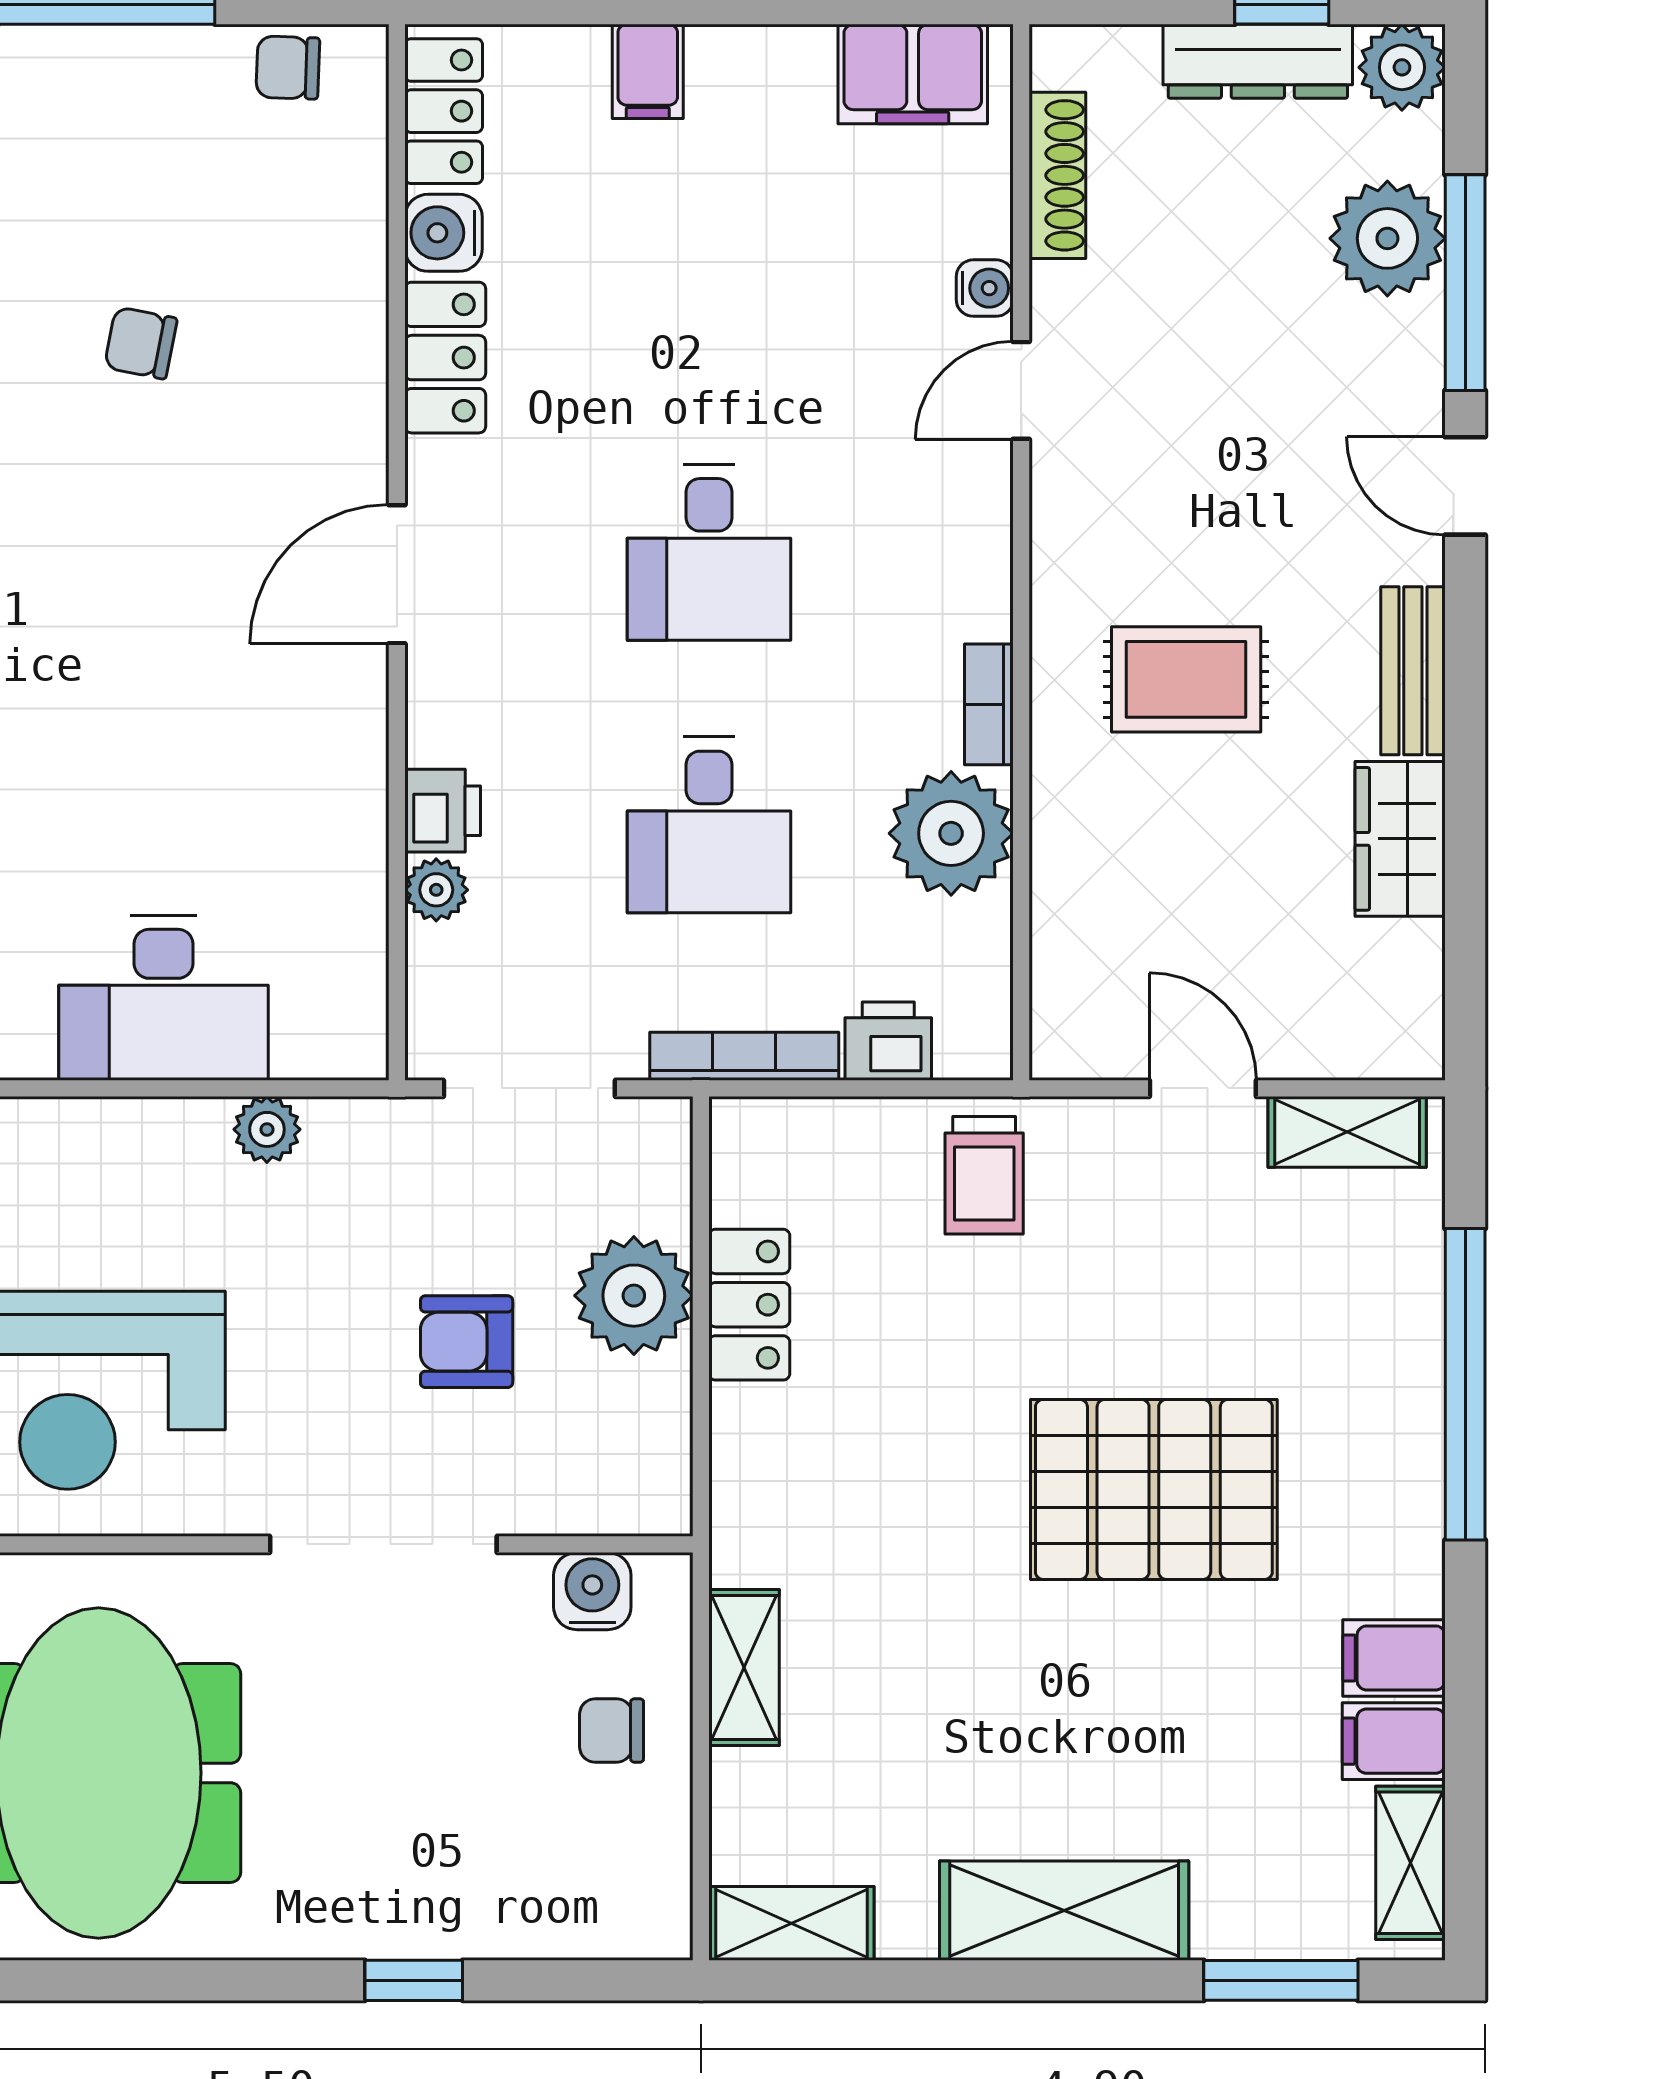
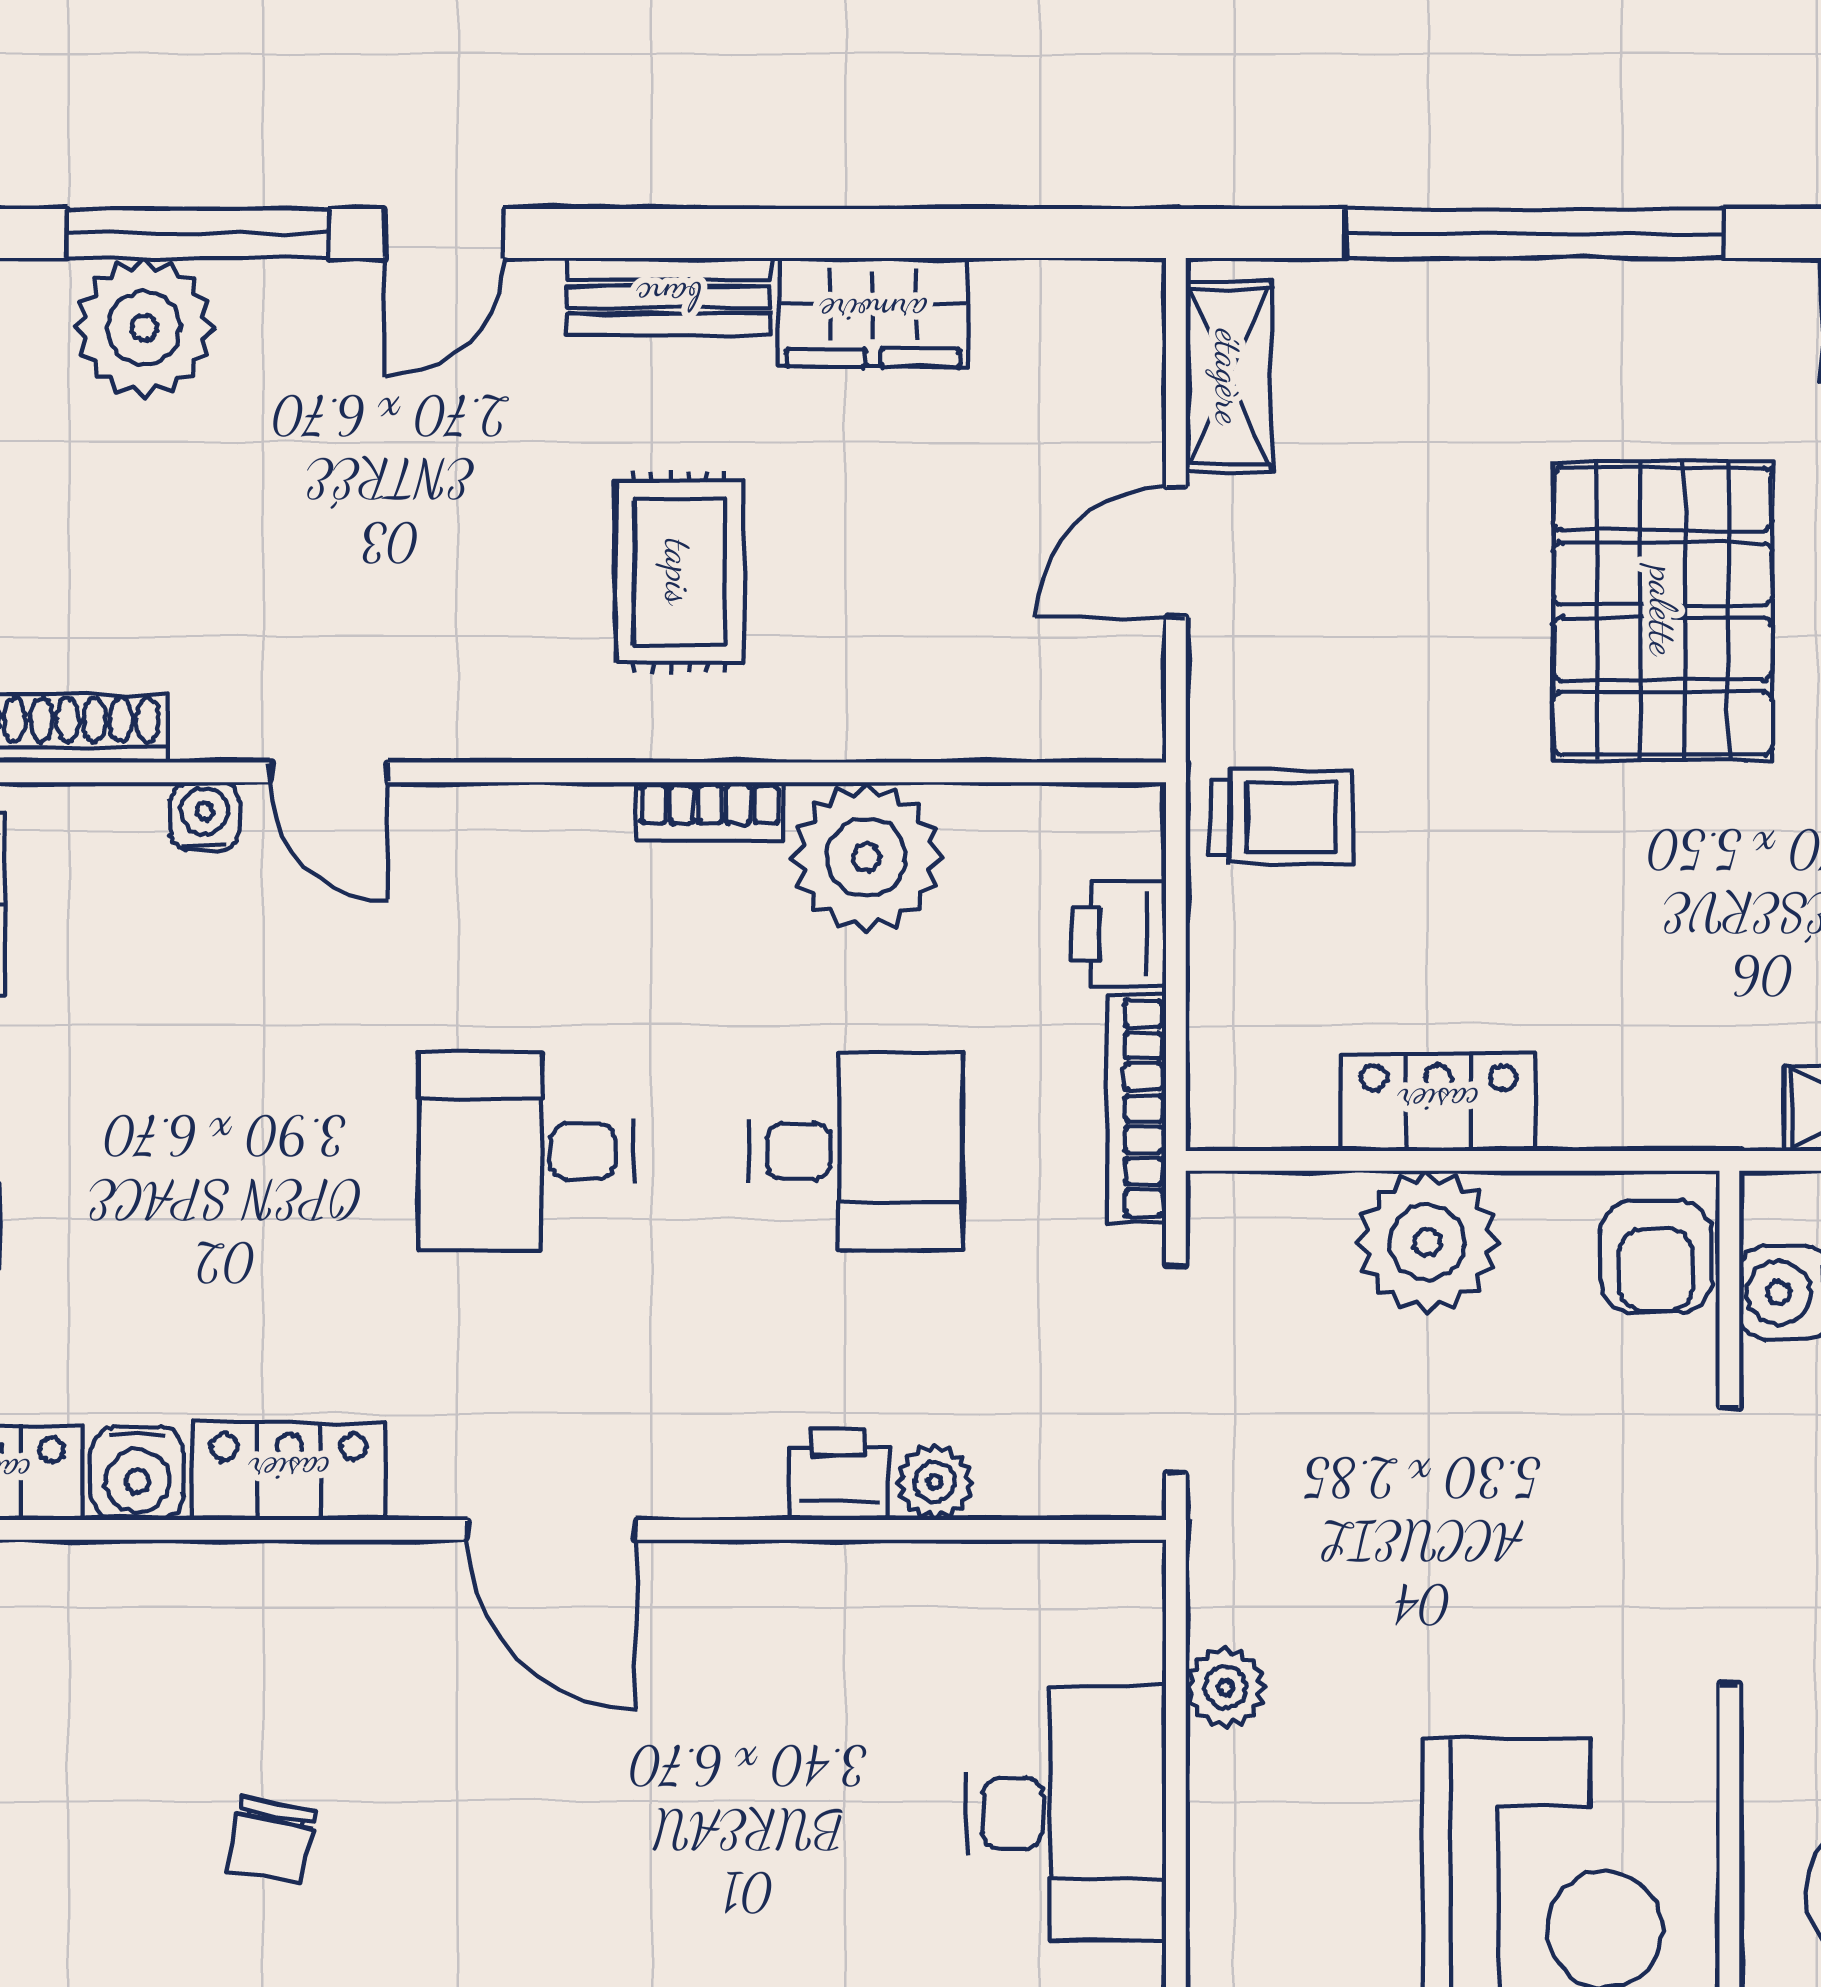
desk: (709, 552) -> (525, 1151), turned 180
armchair: (467, 1342) -> (1655, 1257), moved

